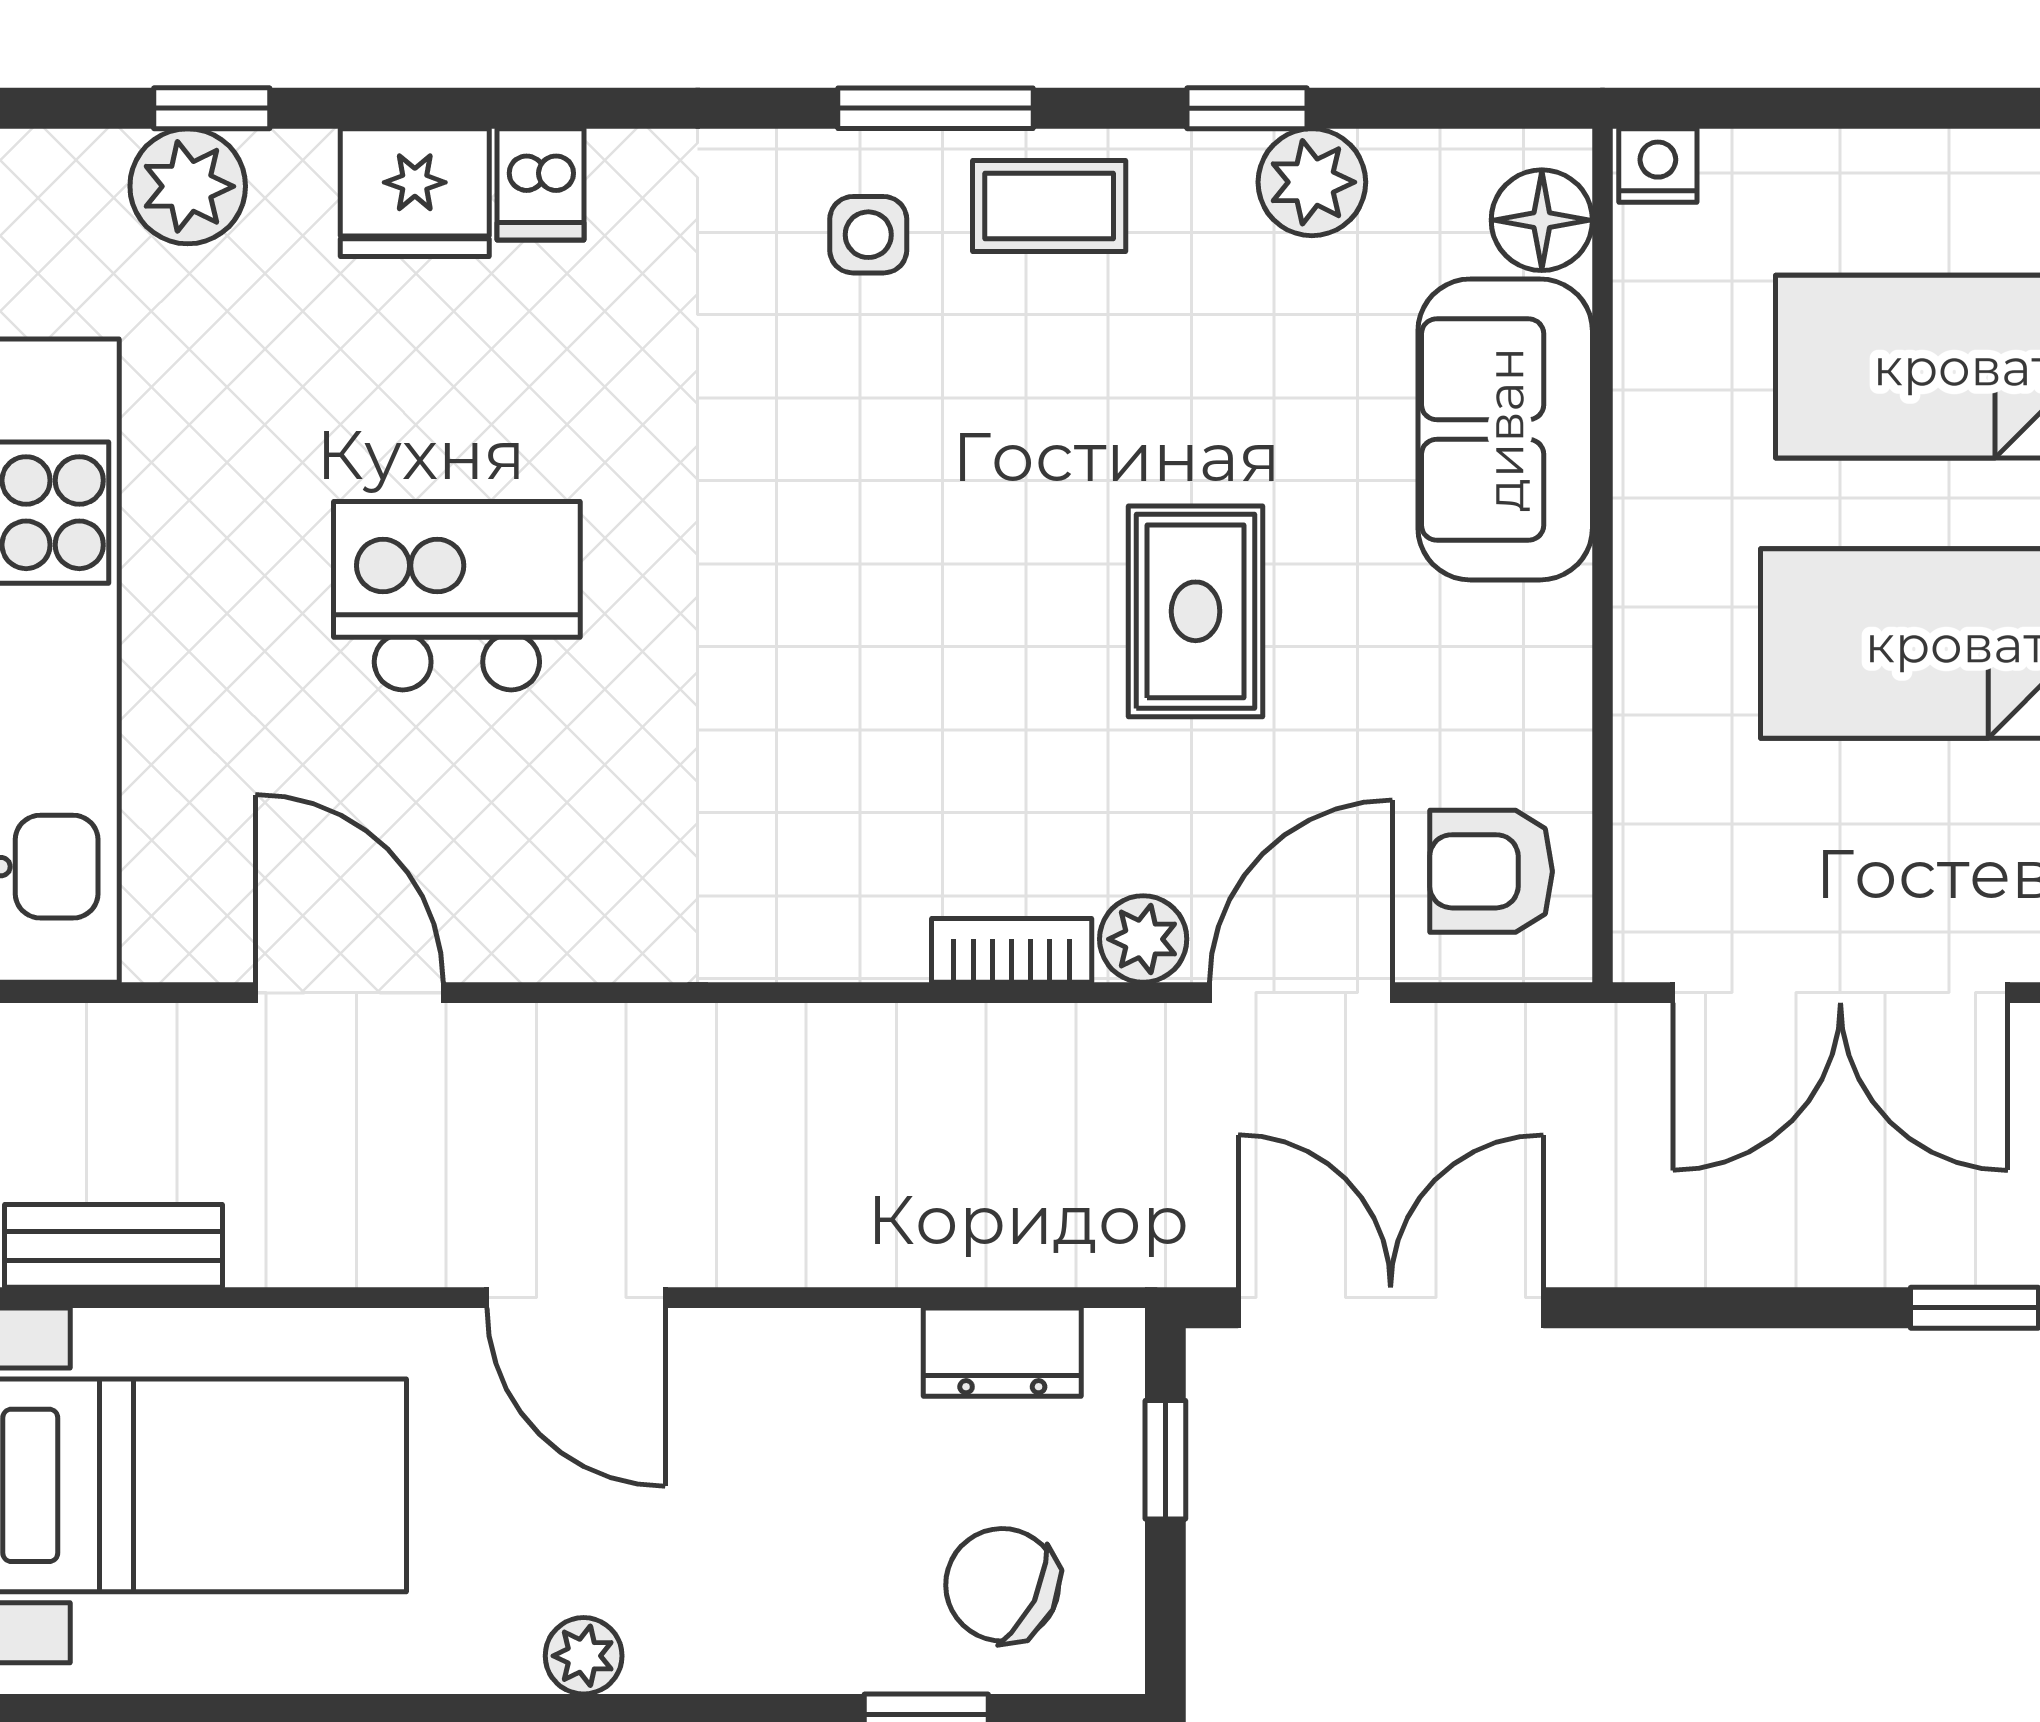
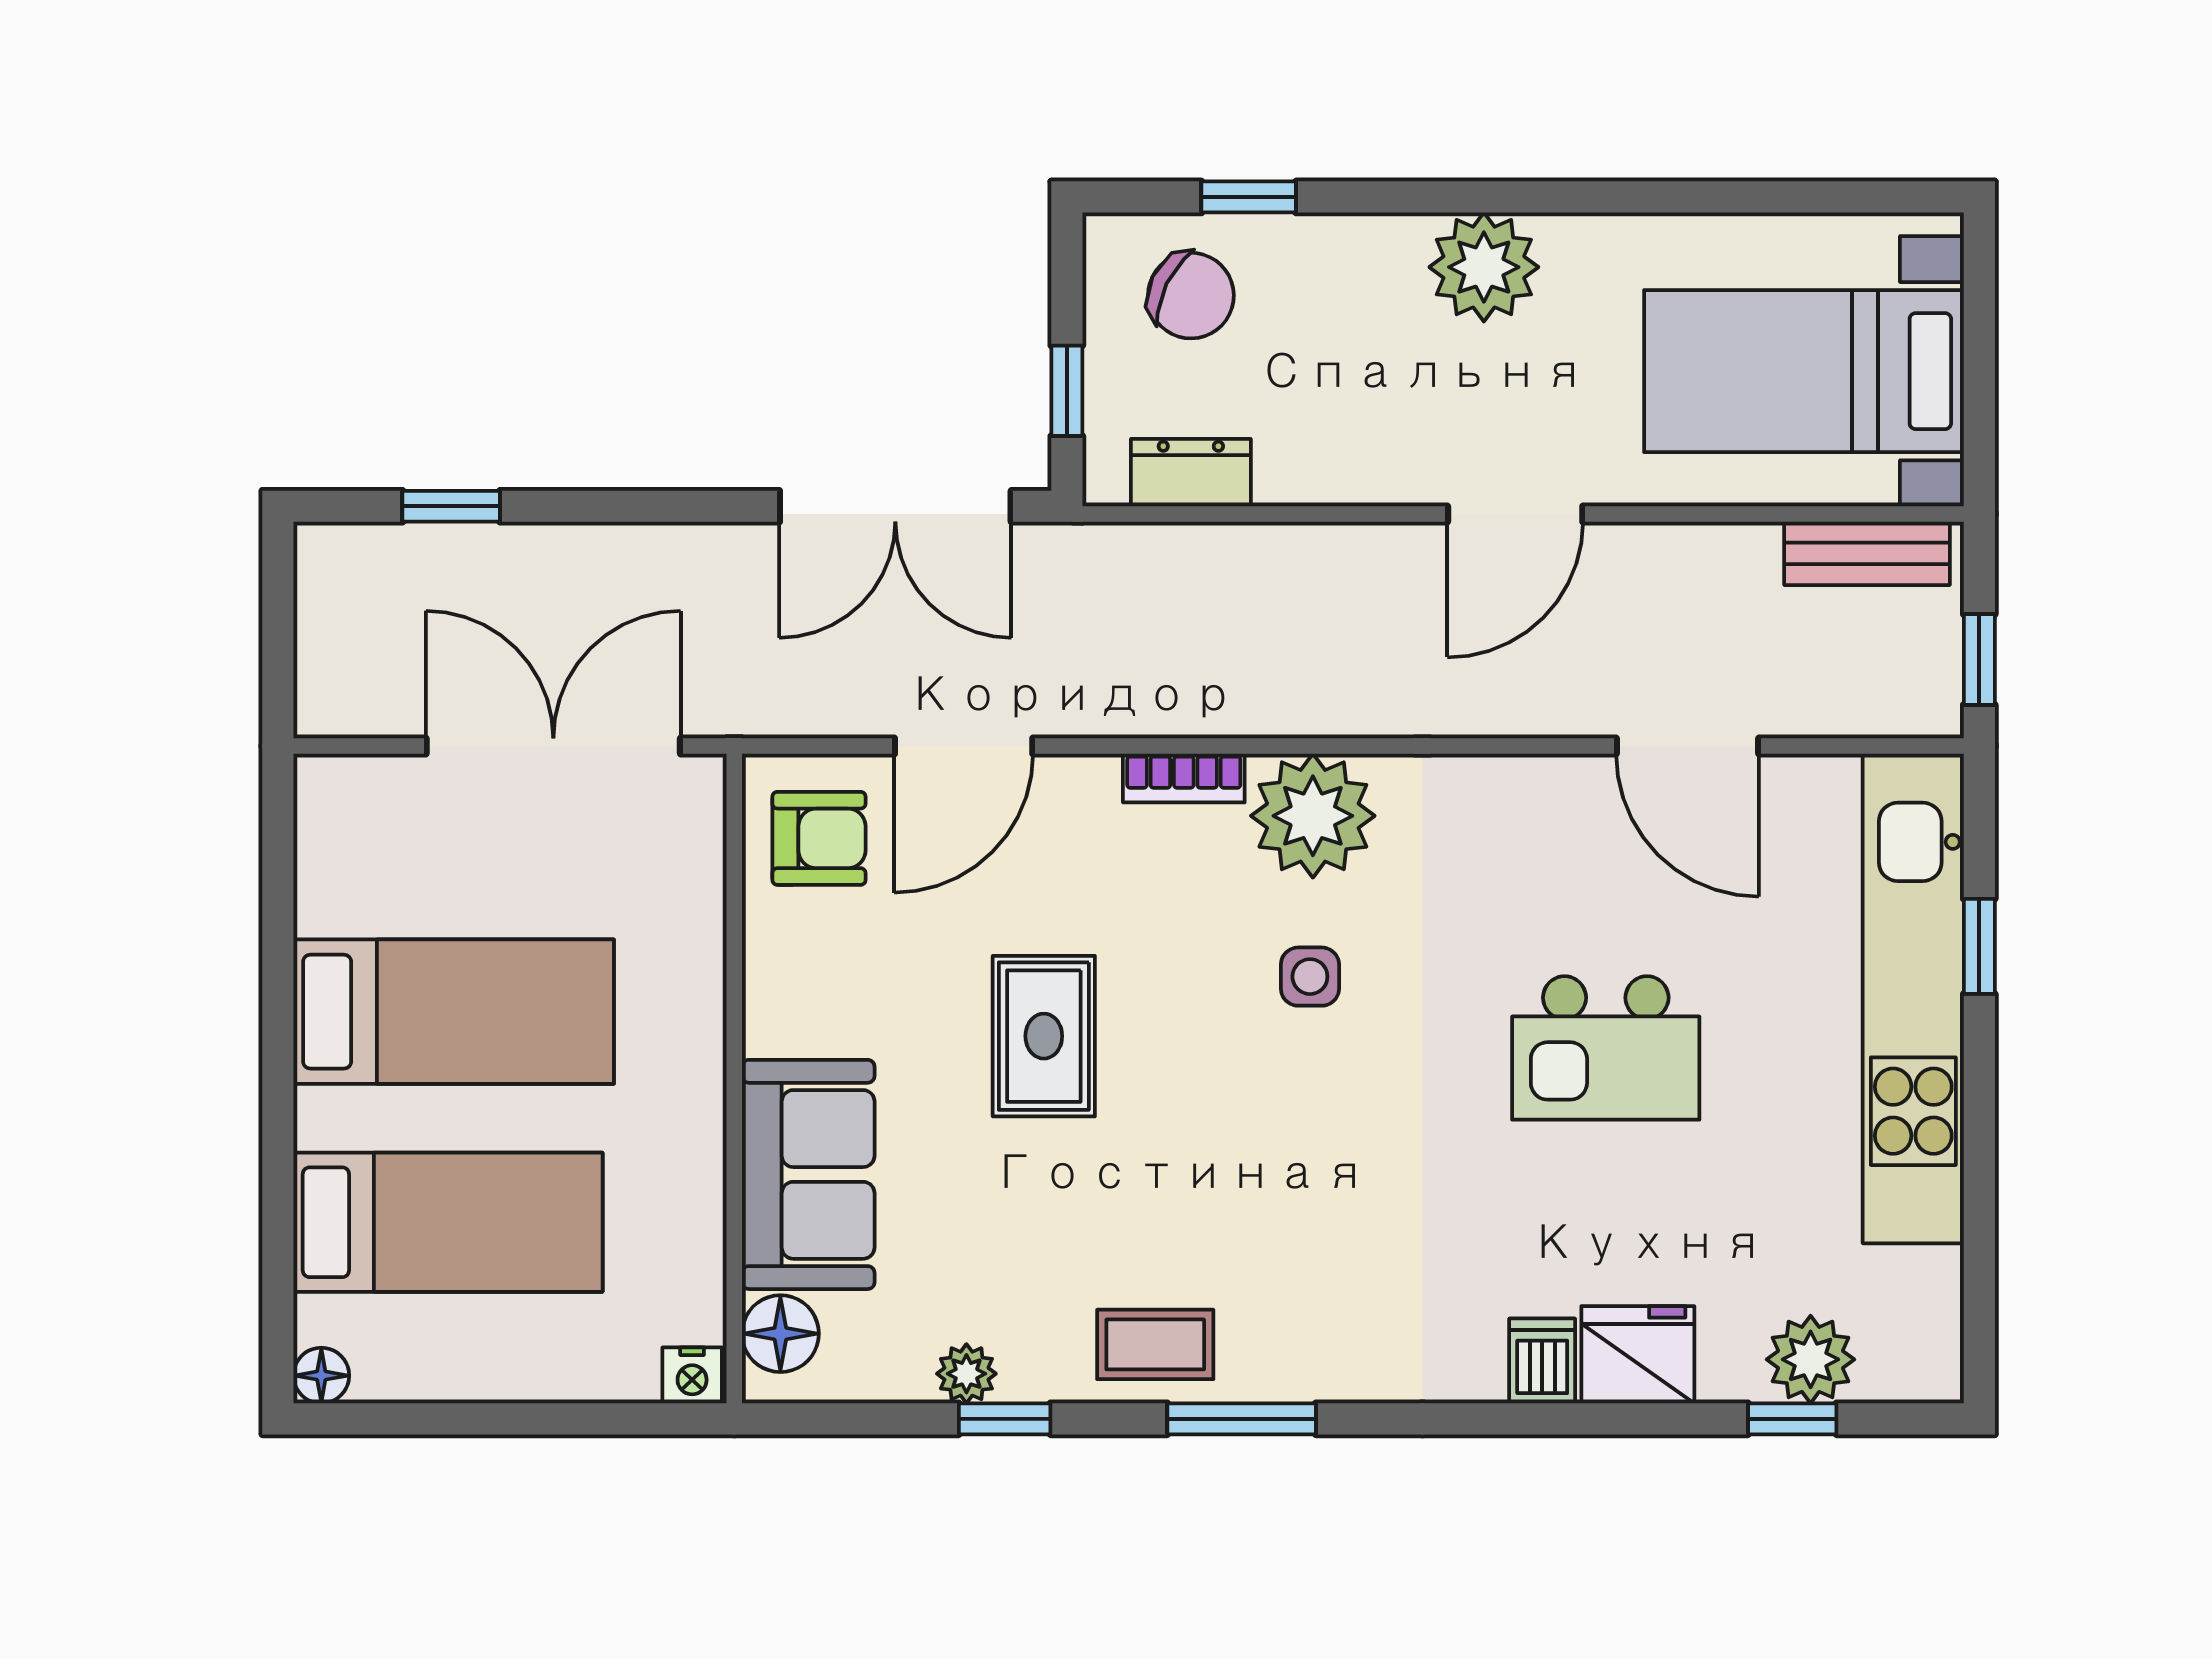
plant: (1312, 182) -> (966, 1374), width x0.73, depth x0.73
side table: (868, 235) -> (1310, 977), moved
plant: (1143, 939) -> (1313, 816), moved, width x1.88, depth x1.88
door: (576, 1298) -> (1515, 514), swing flipped
plant: (584, 1656) -> (1484, 267), width x1.88, depth x1.88

